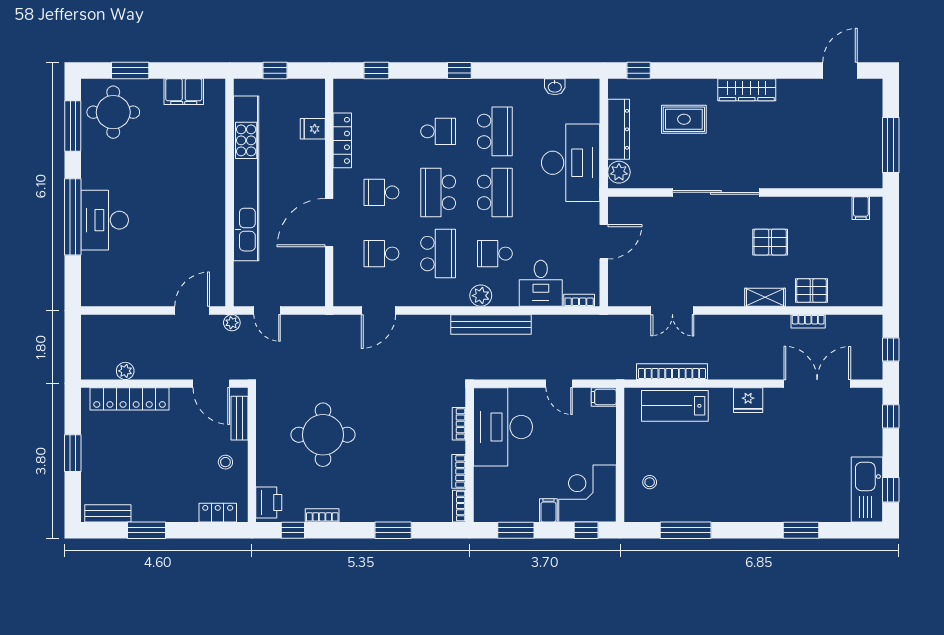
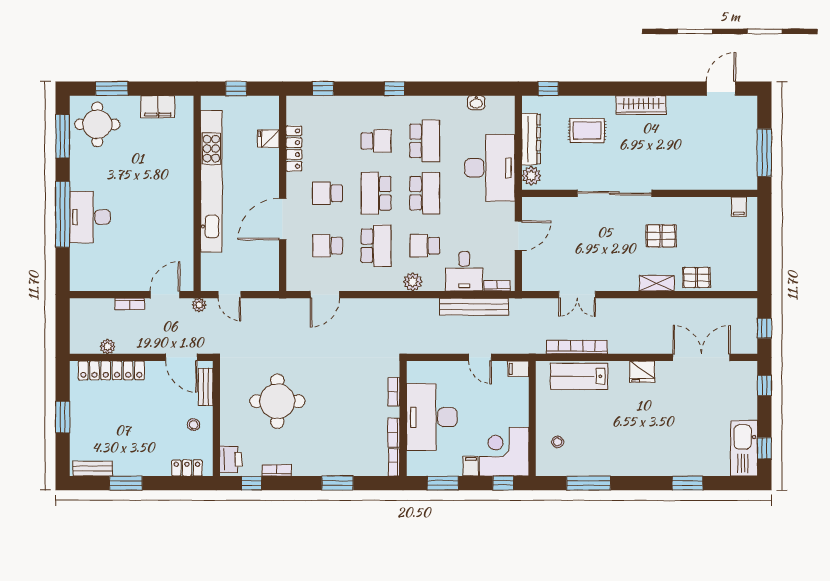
bookcase: (808, 321) -> (130, 304), moved
bench: (491, 324) -> (474, 307), moved
desk: (503, 427) -> (432, 417), moved

